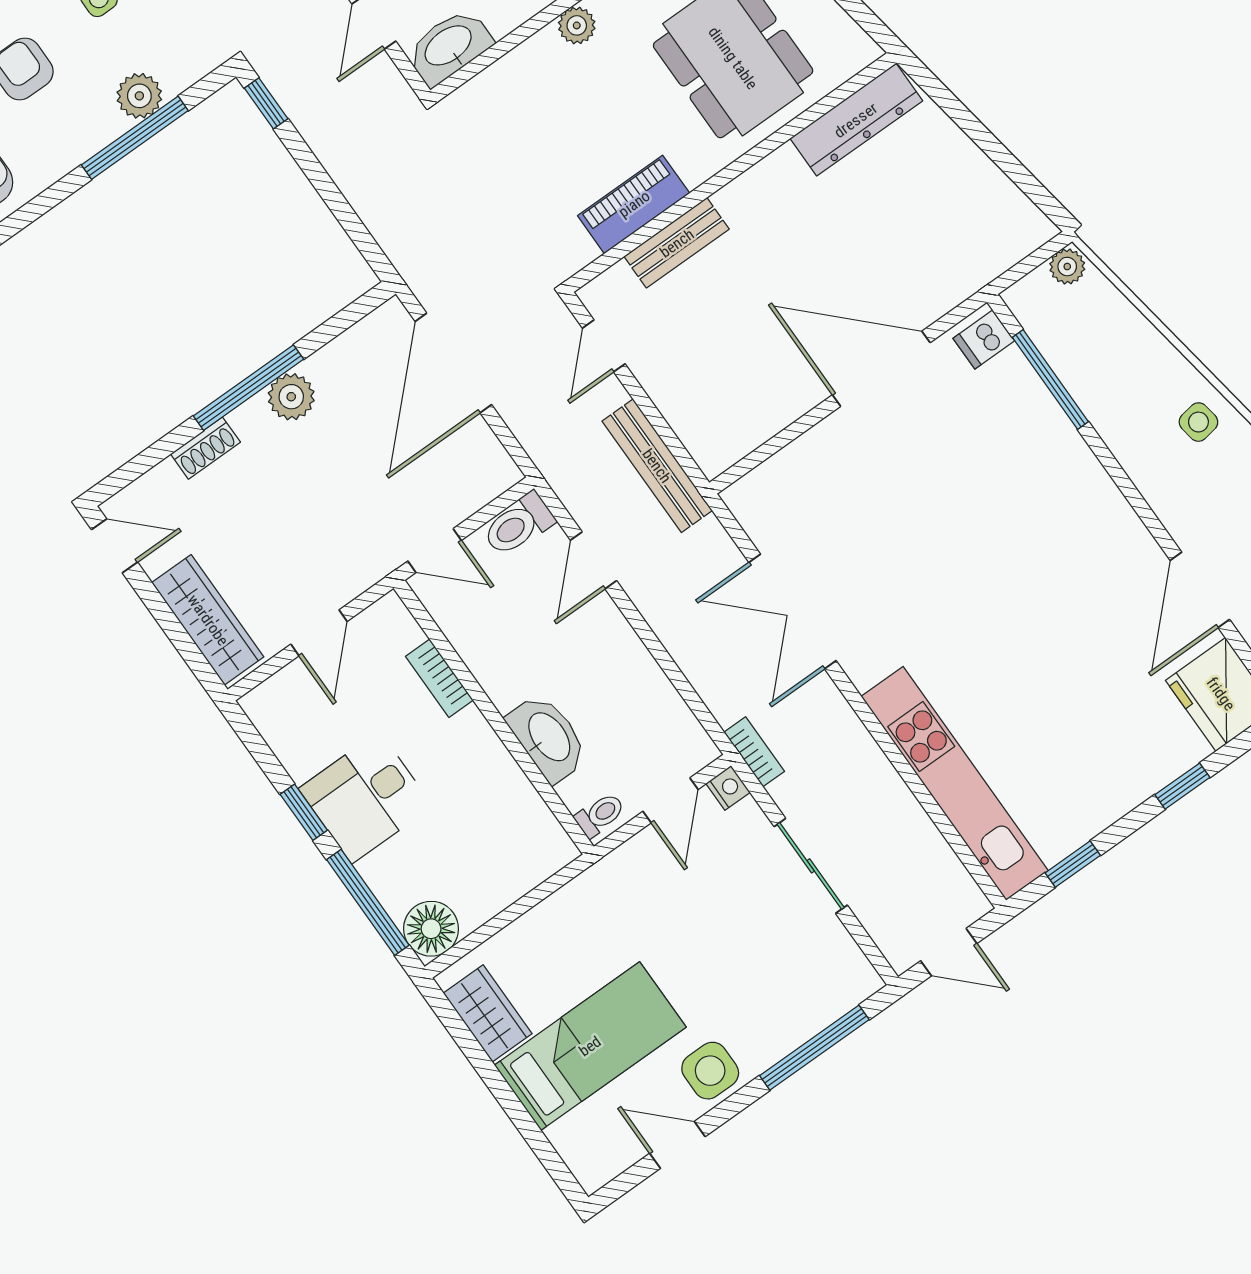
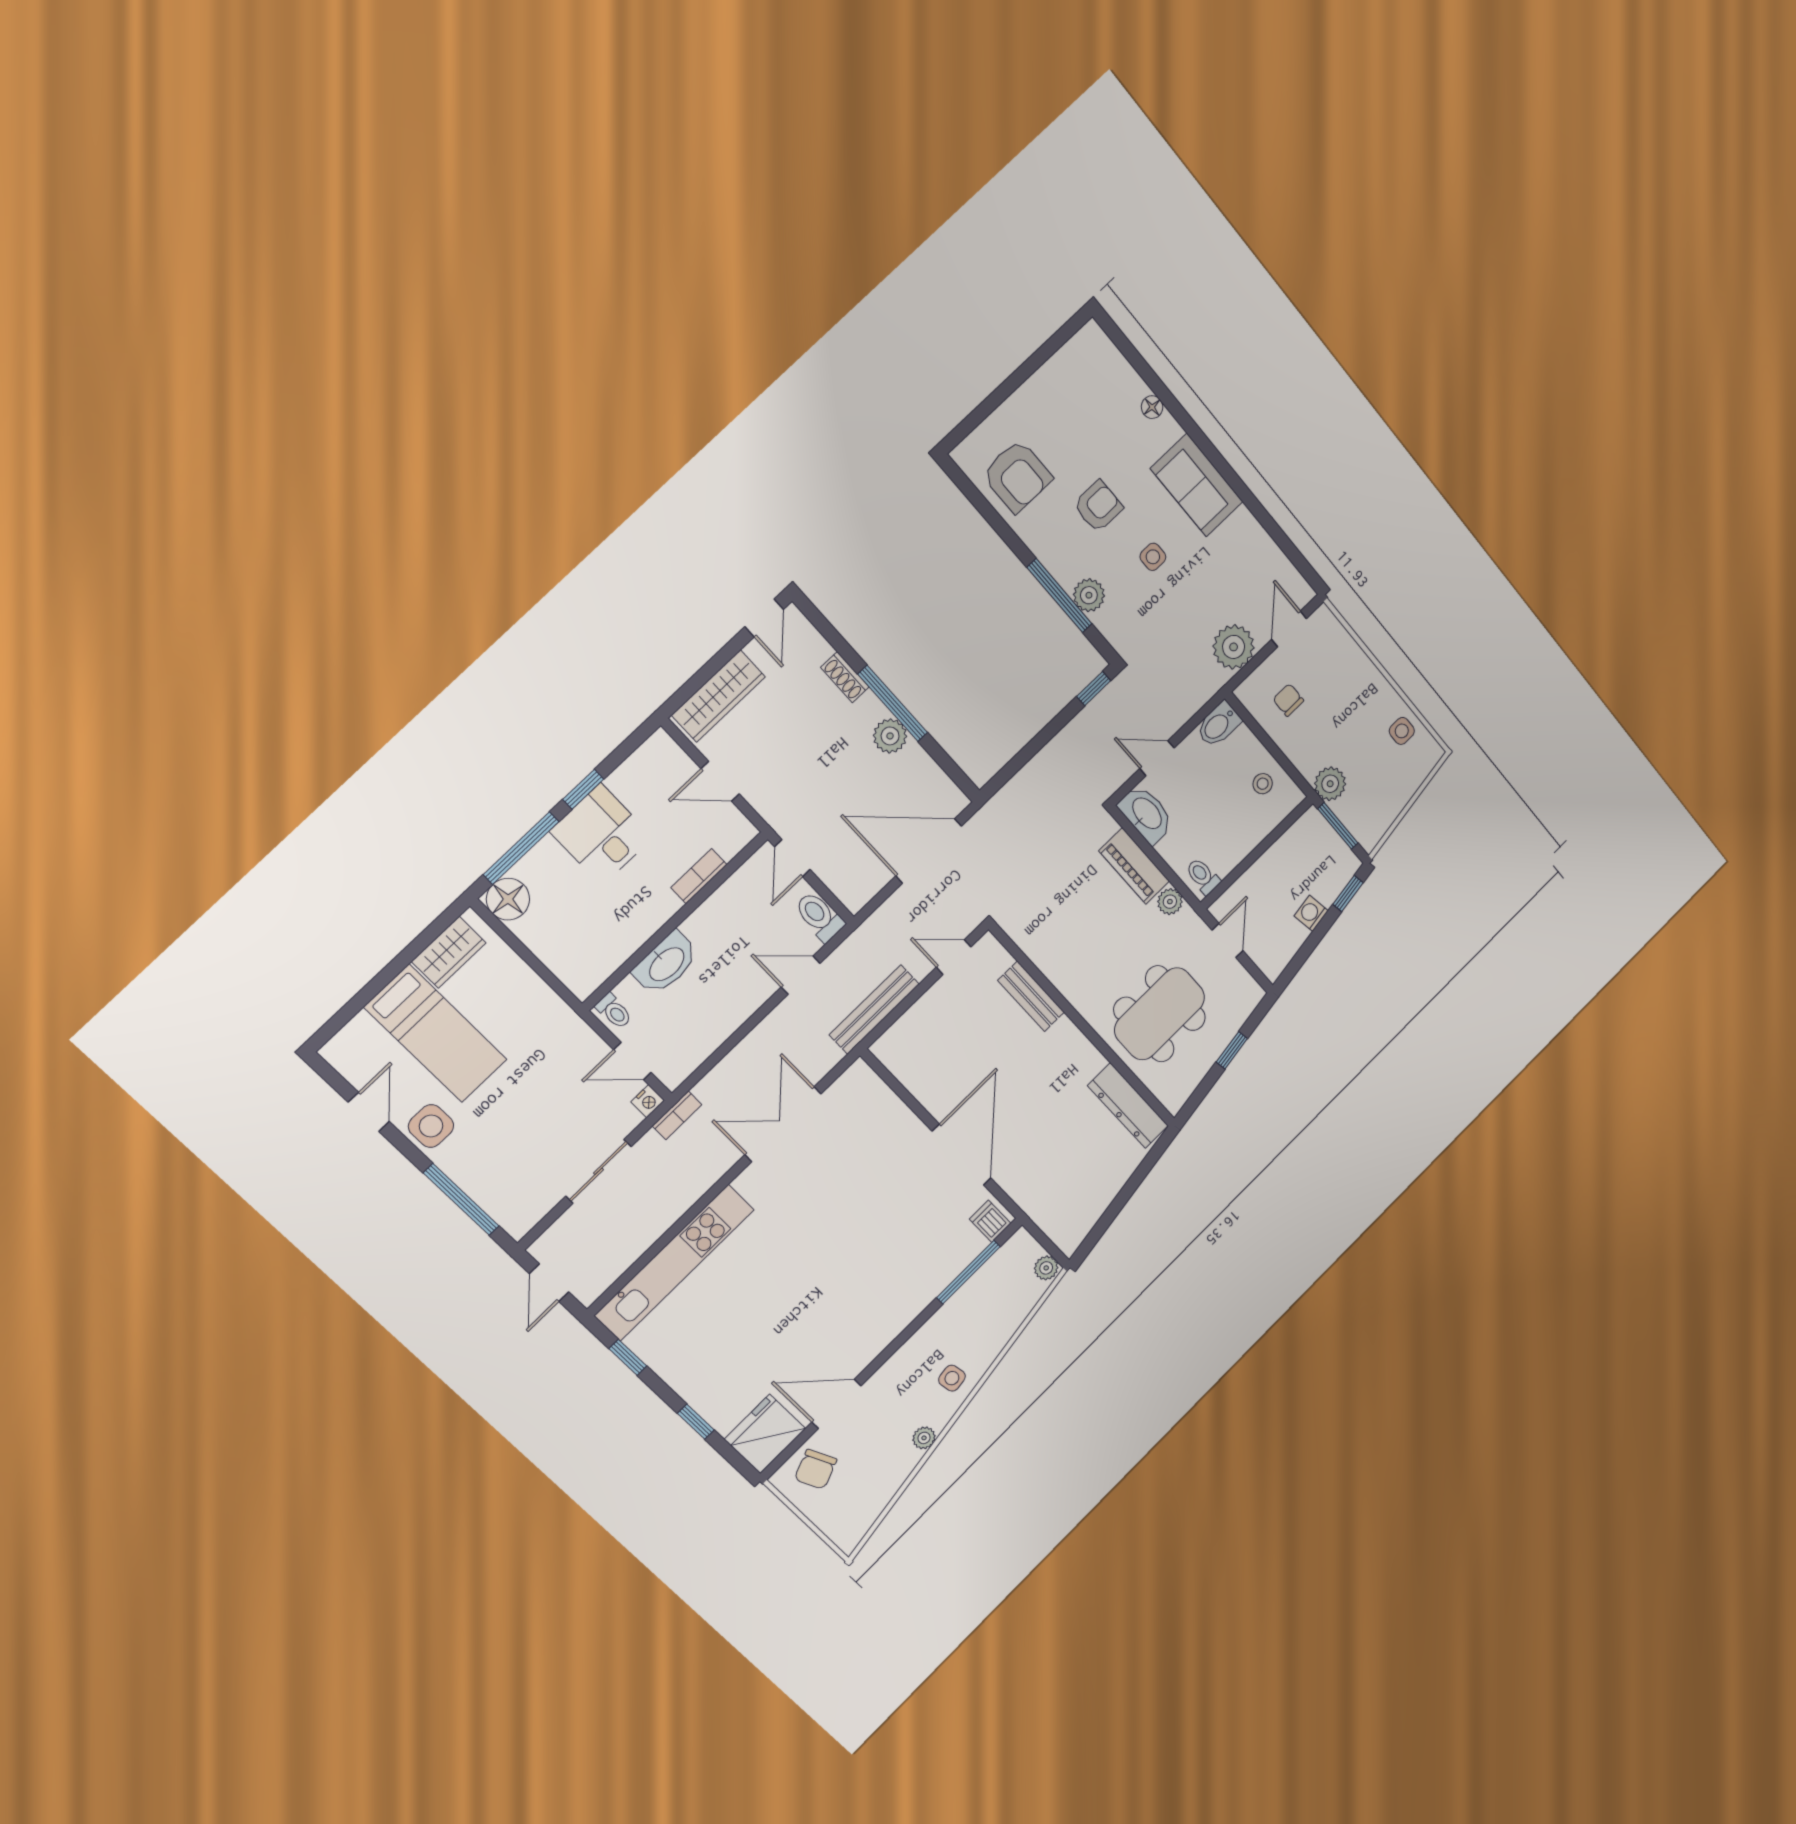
piano: (634, 204) -> (1134, 866), moved, turned 180

